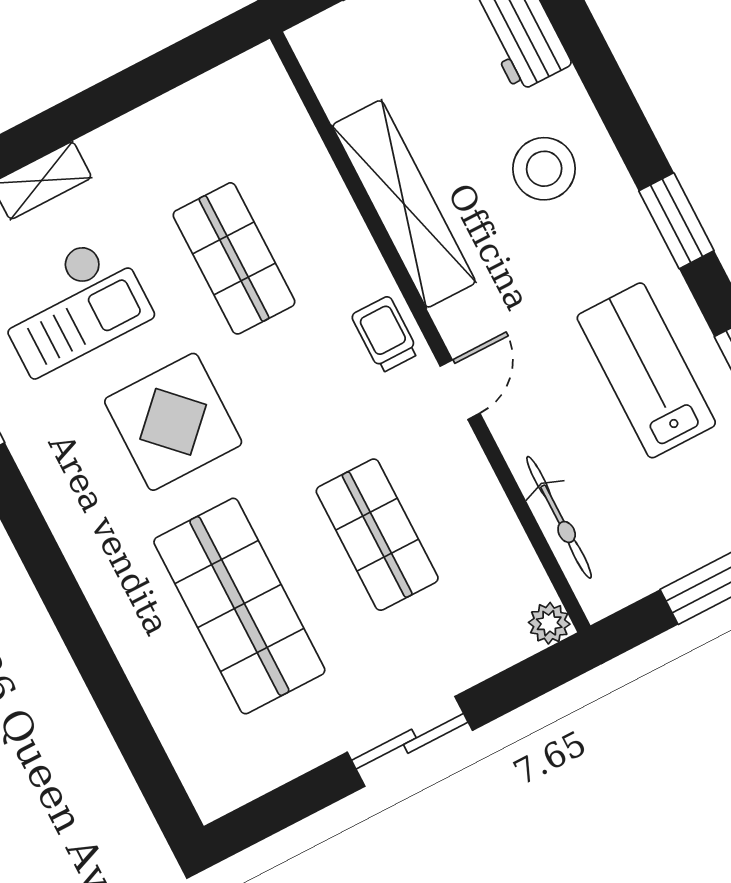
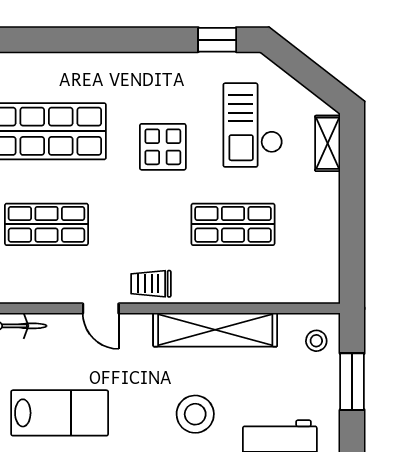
stool: (342, 46) -> (316, 341), added
trolley: (385, 334) -> (151, 284), turned 180
display table: (173, 422) -> (163, 147), width x0.73, depth x0.73

